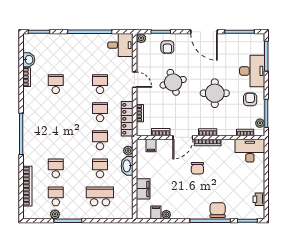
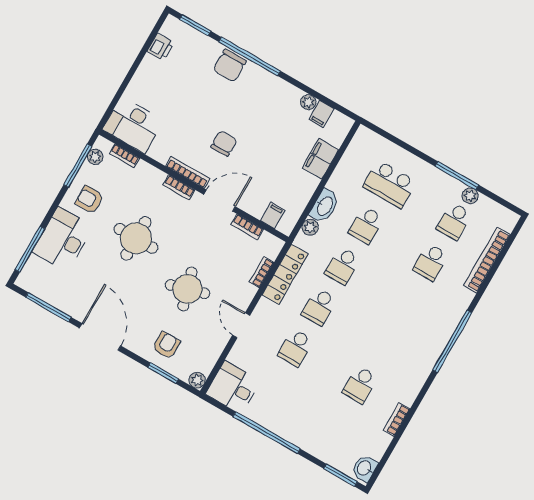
washbasin: (29, 60) -> (365, 468), moved
armchair: (250, 99) -> (90, 200), turned 90

